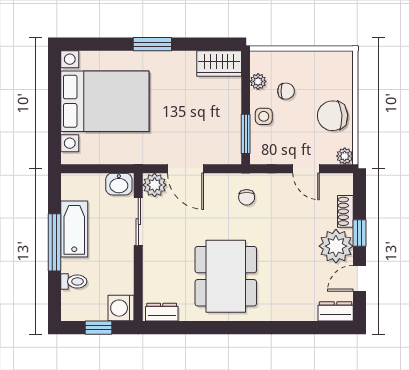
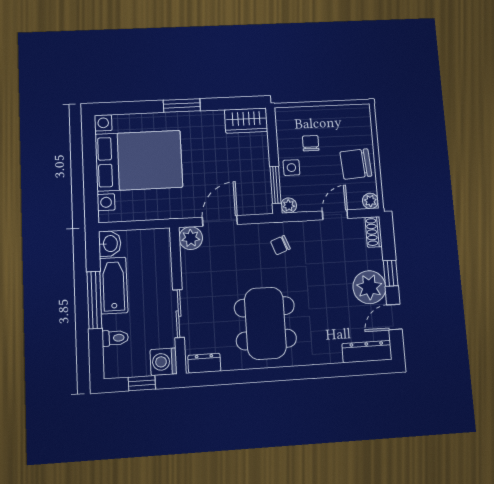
plant: (258, 81) -> (289, 205), moved
chair: (286, 91) -> (311, 143), turned -90
door: (186, 169) -> (220, 221), swing flipped
door: (306, 169) -> (335, 215), swing flipped
washbasin: (119, 184) -> (110, 244), moved, turned -90
chair: (247, 197) -> (280, 245), turned 69
shoe rack: (345, 211) -> (374, 232), moved
sliding door: (138, 222) -> (179, 314), moved
dresser: (336, 311) -> (367, 352), width x1.44

